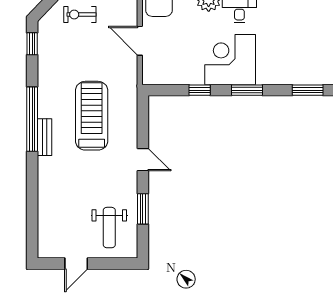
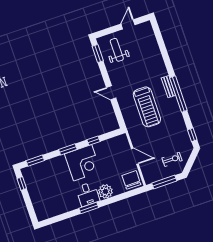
window: (143, 209) -> (98, 53), moved

